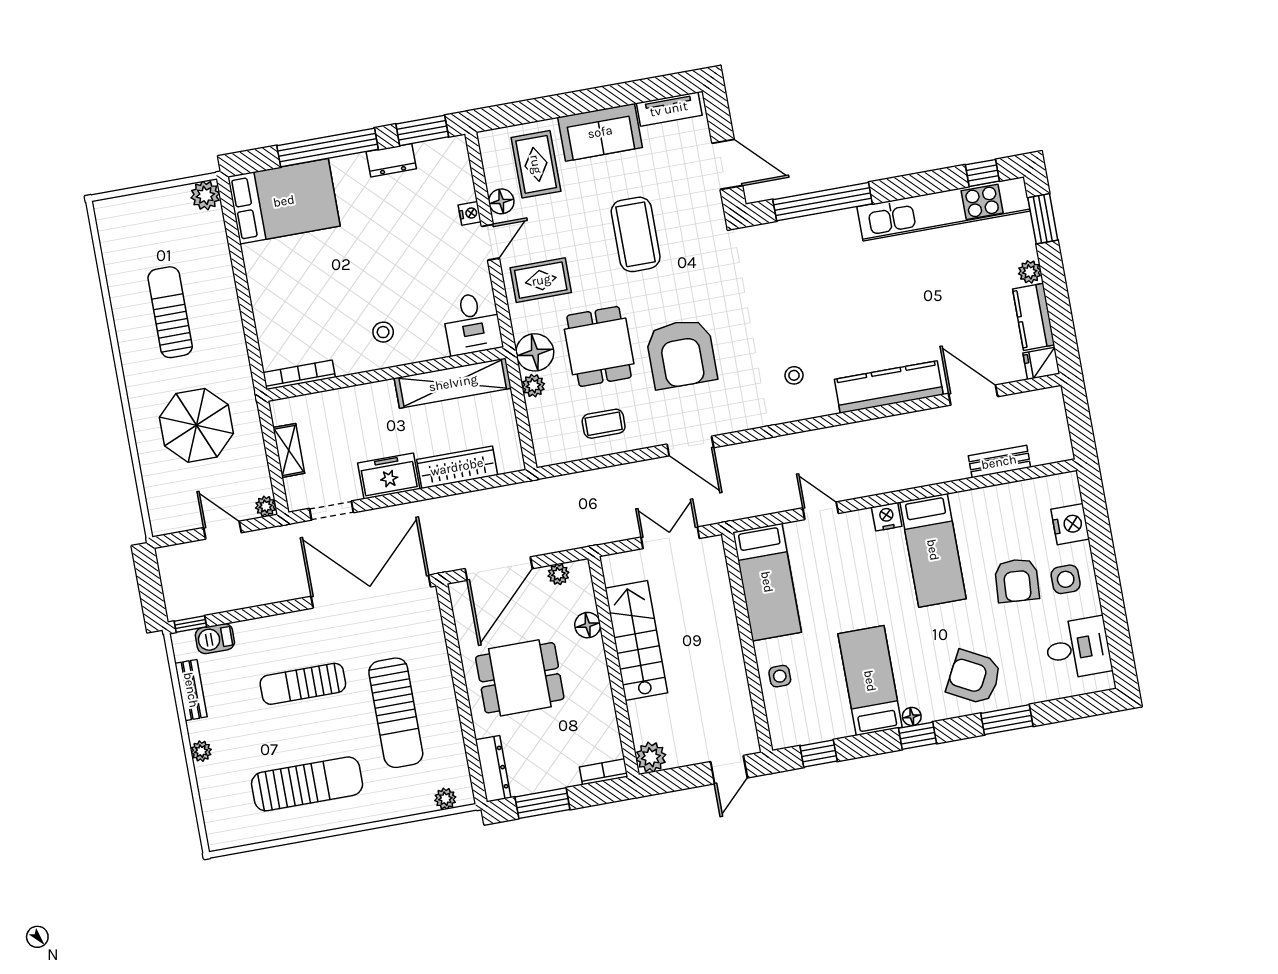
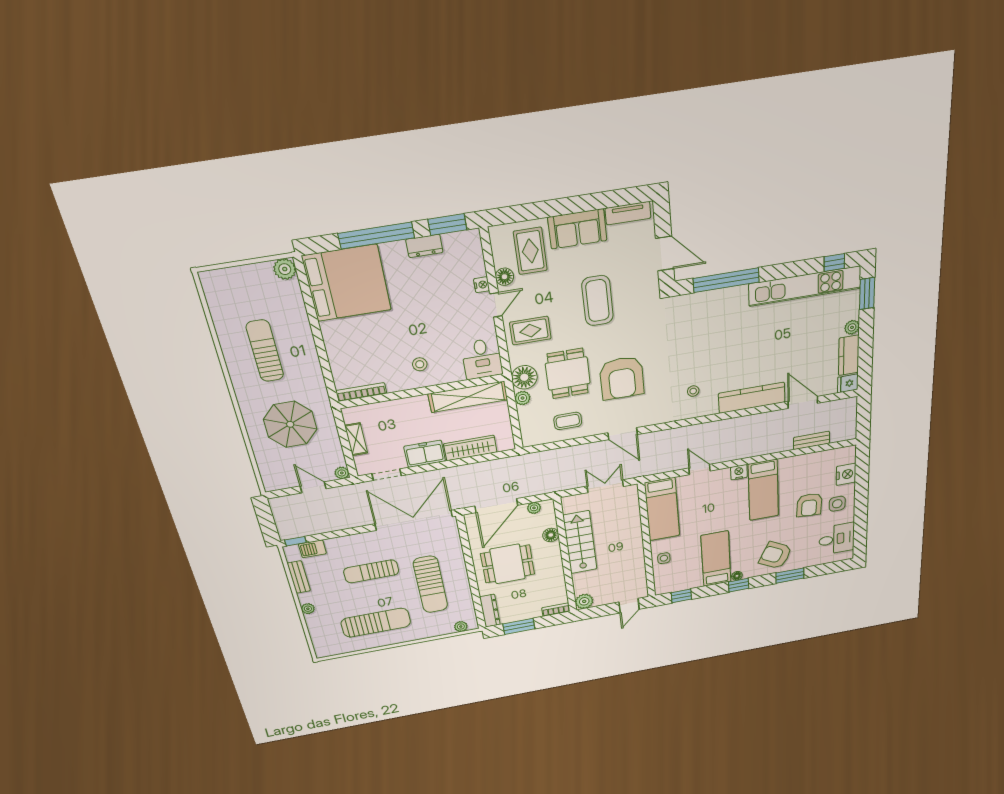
bed: (284, 201) -> (347, 283), width x1.36

